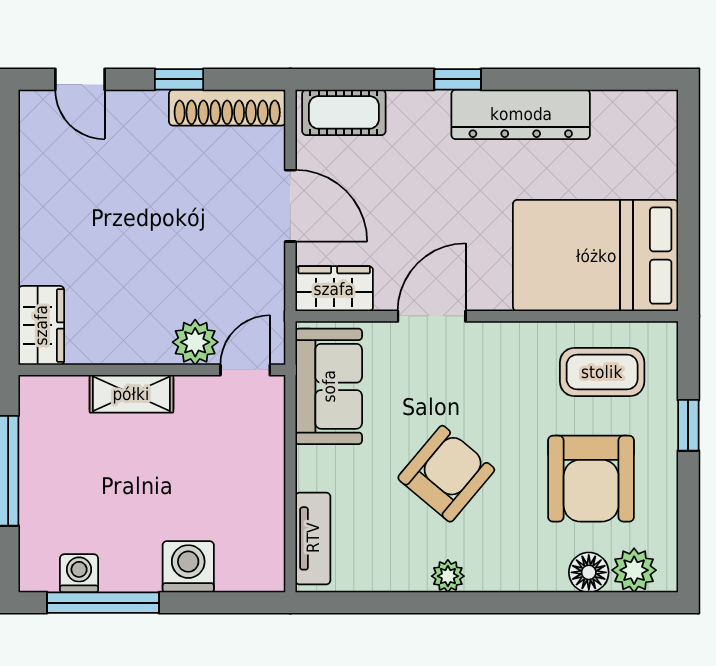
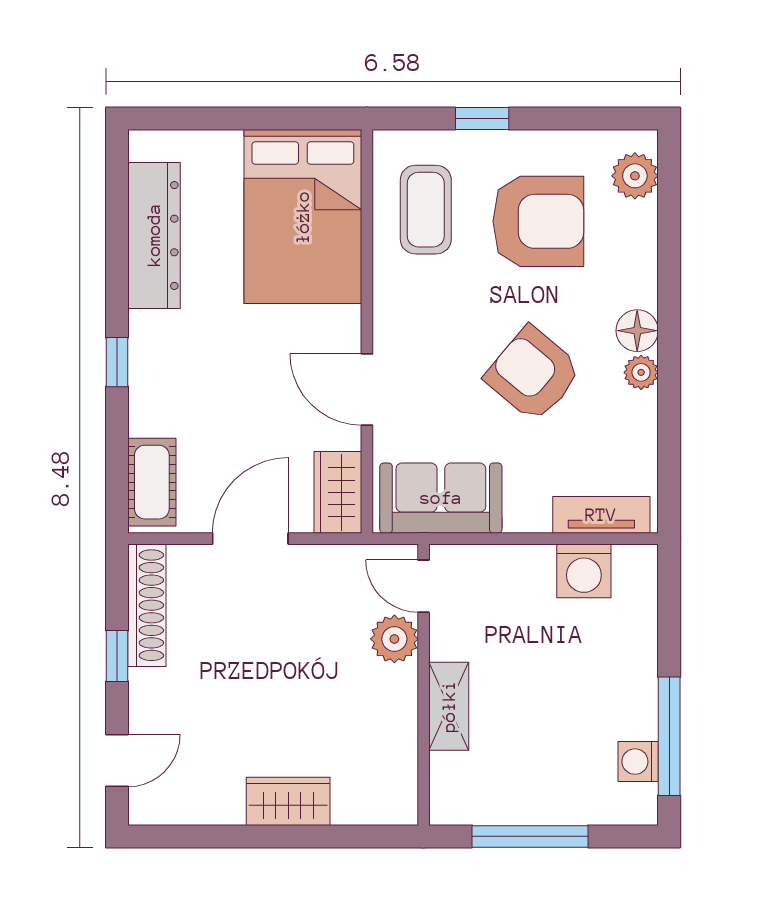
dresser: (521, 114) -> (154, 235), moved
wardrobe: (41, 325) -> (288, 801), moved
washing machine: (188, 567) -> (584, 571), moved, turned -90
floor lamp: (589, 572) -> (637, 331), moved

